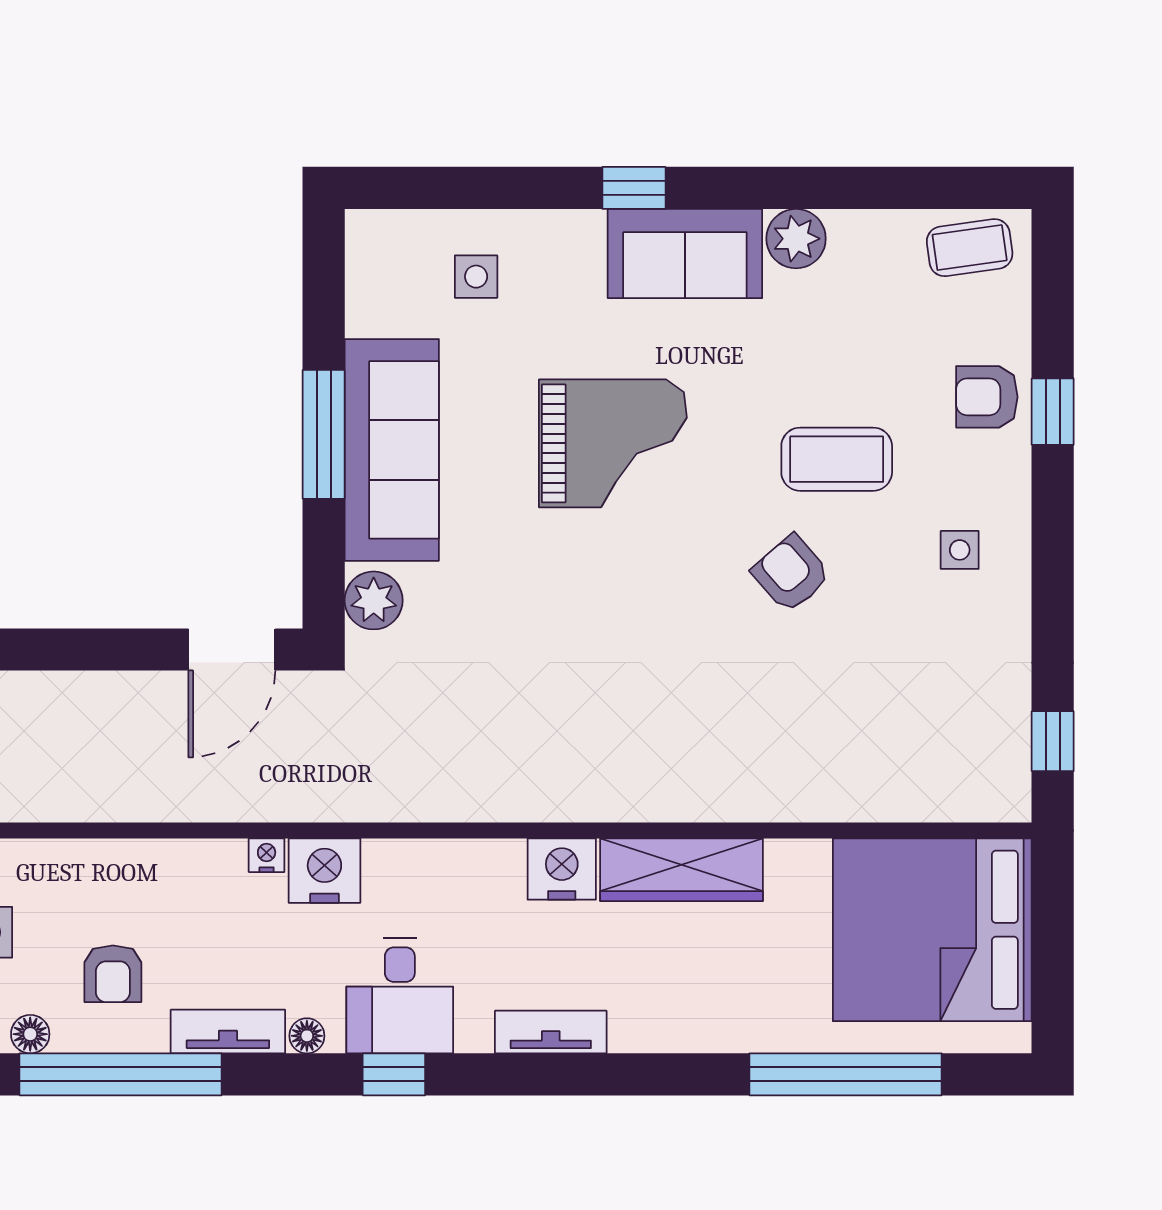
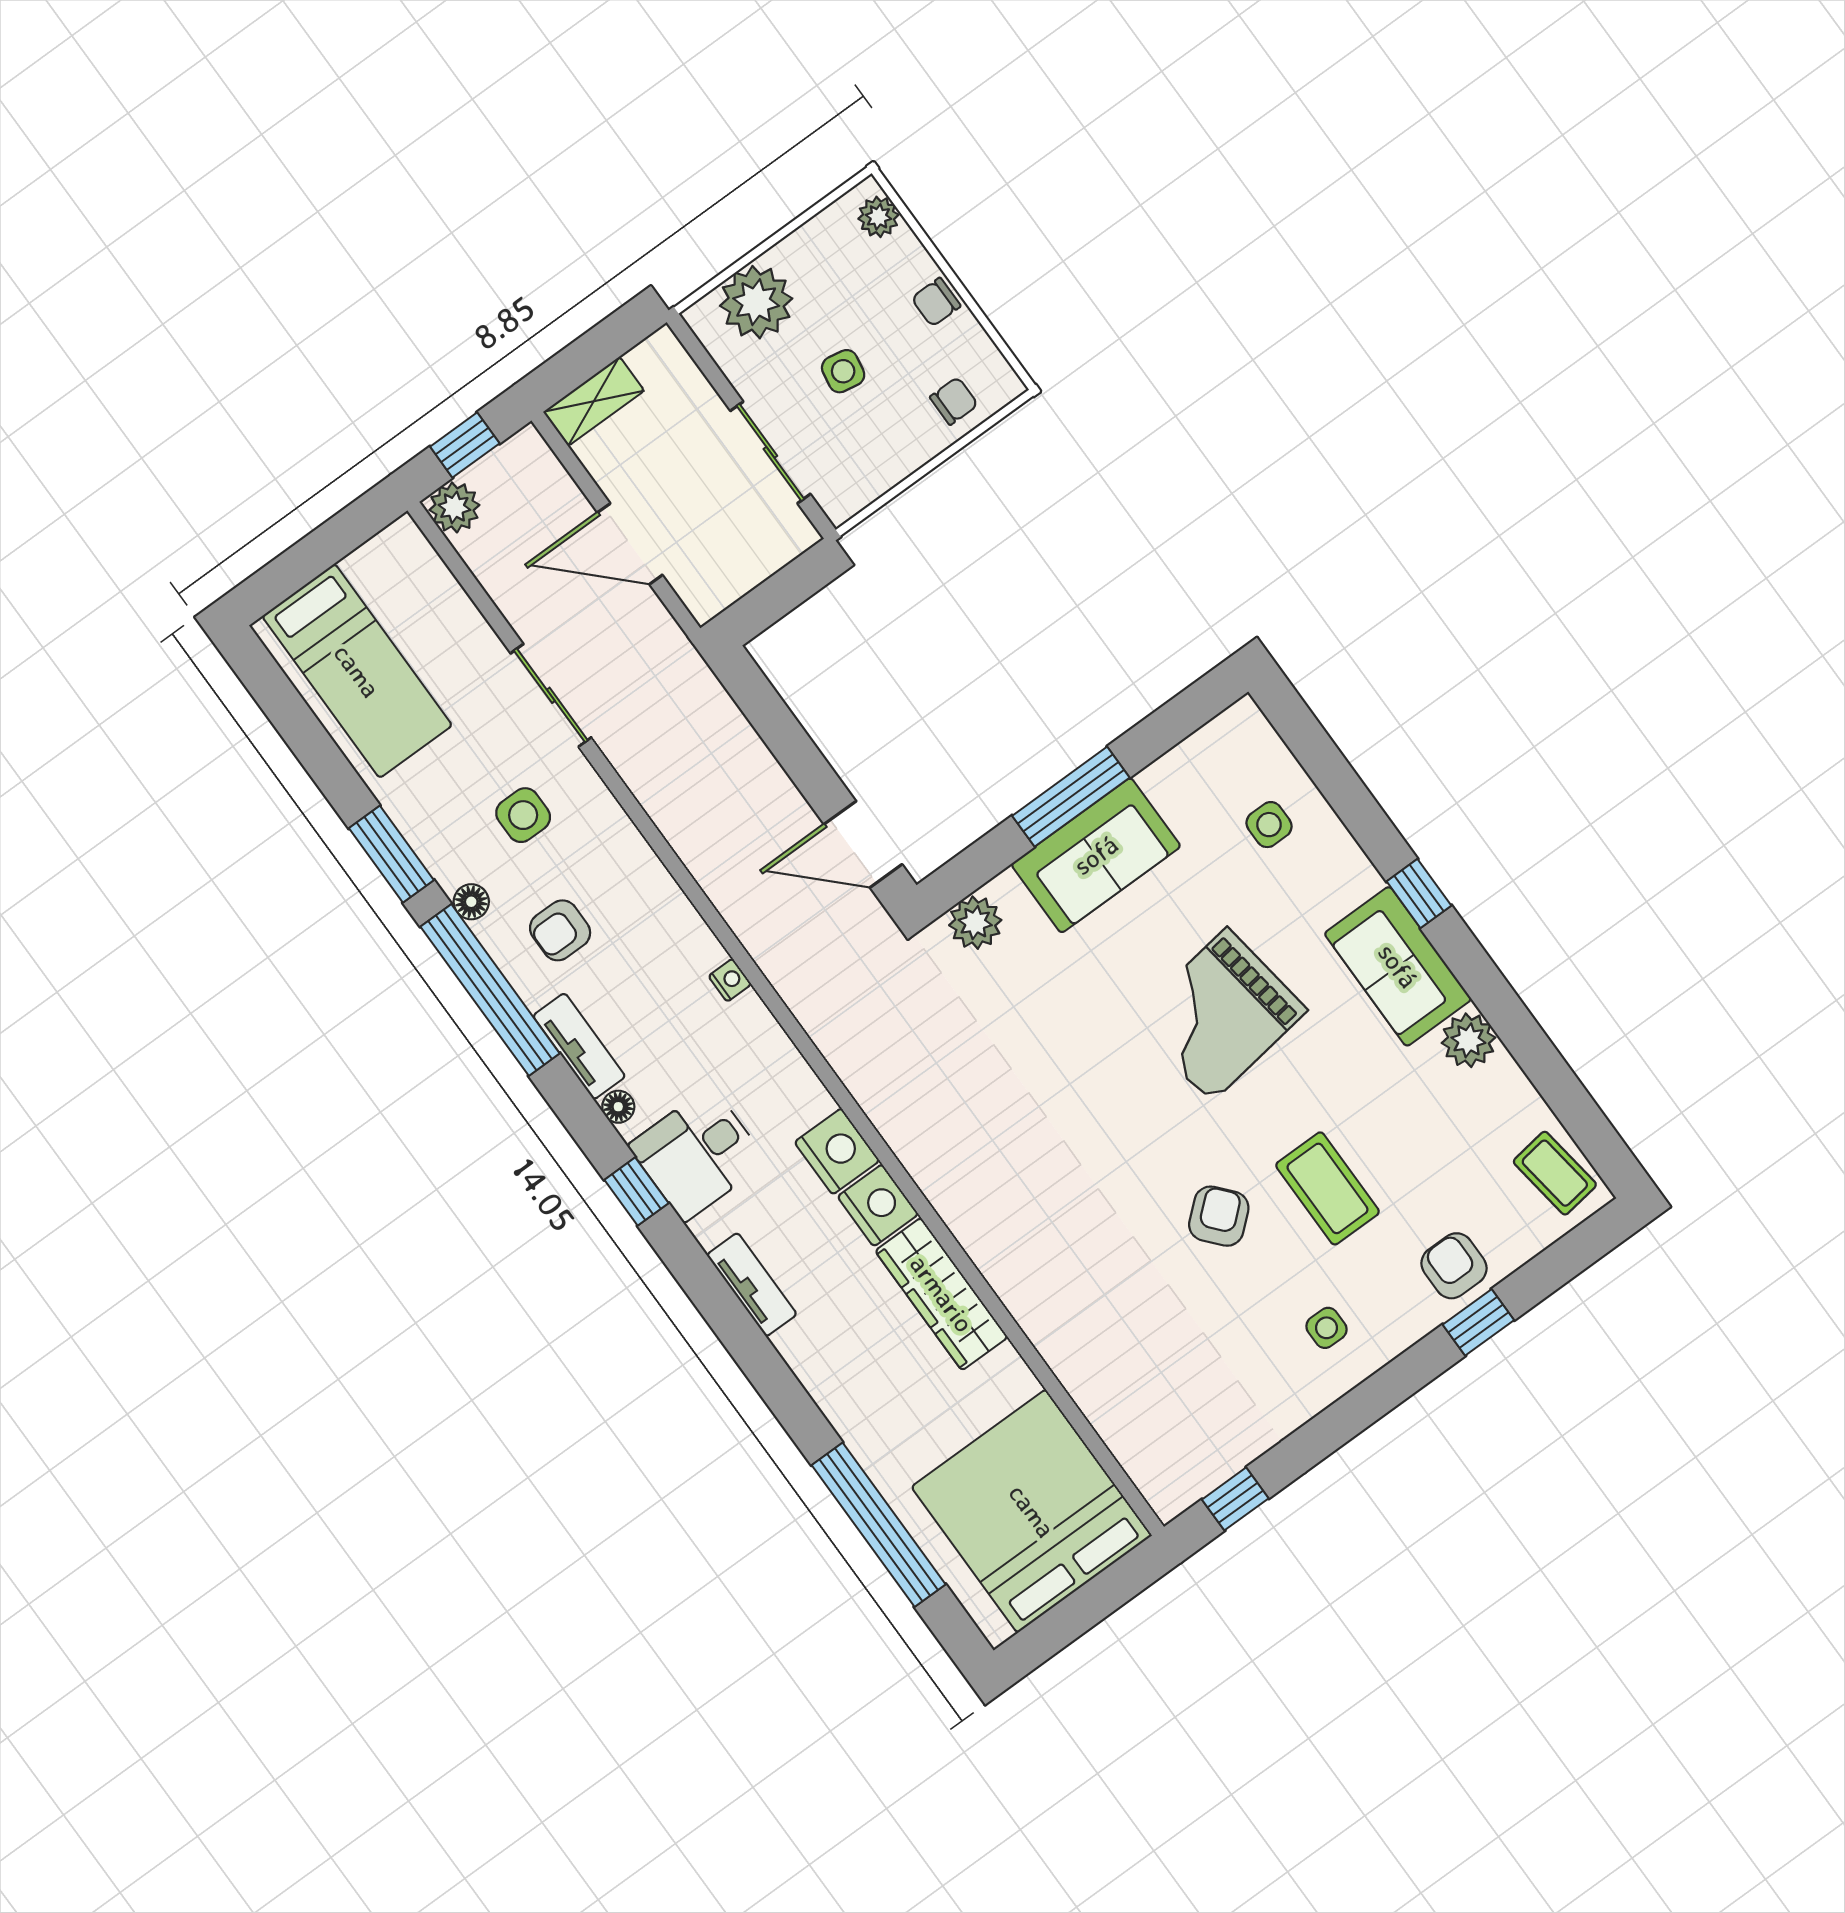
grand piano: (613, 443) -> (1219, 1015), turned 82
sofa: (392, 450) -> (1096, 855), width x0.73
nightstand: (324, 871) -> (837, 1151), moved

